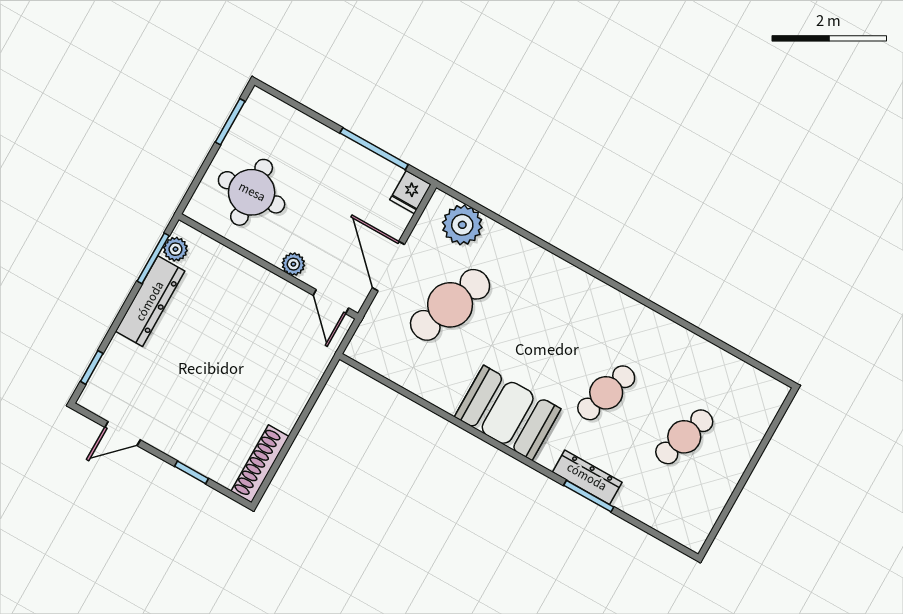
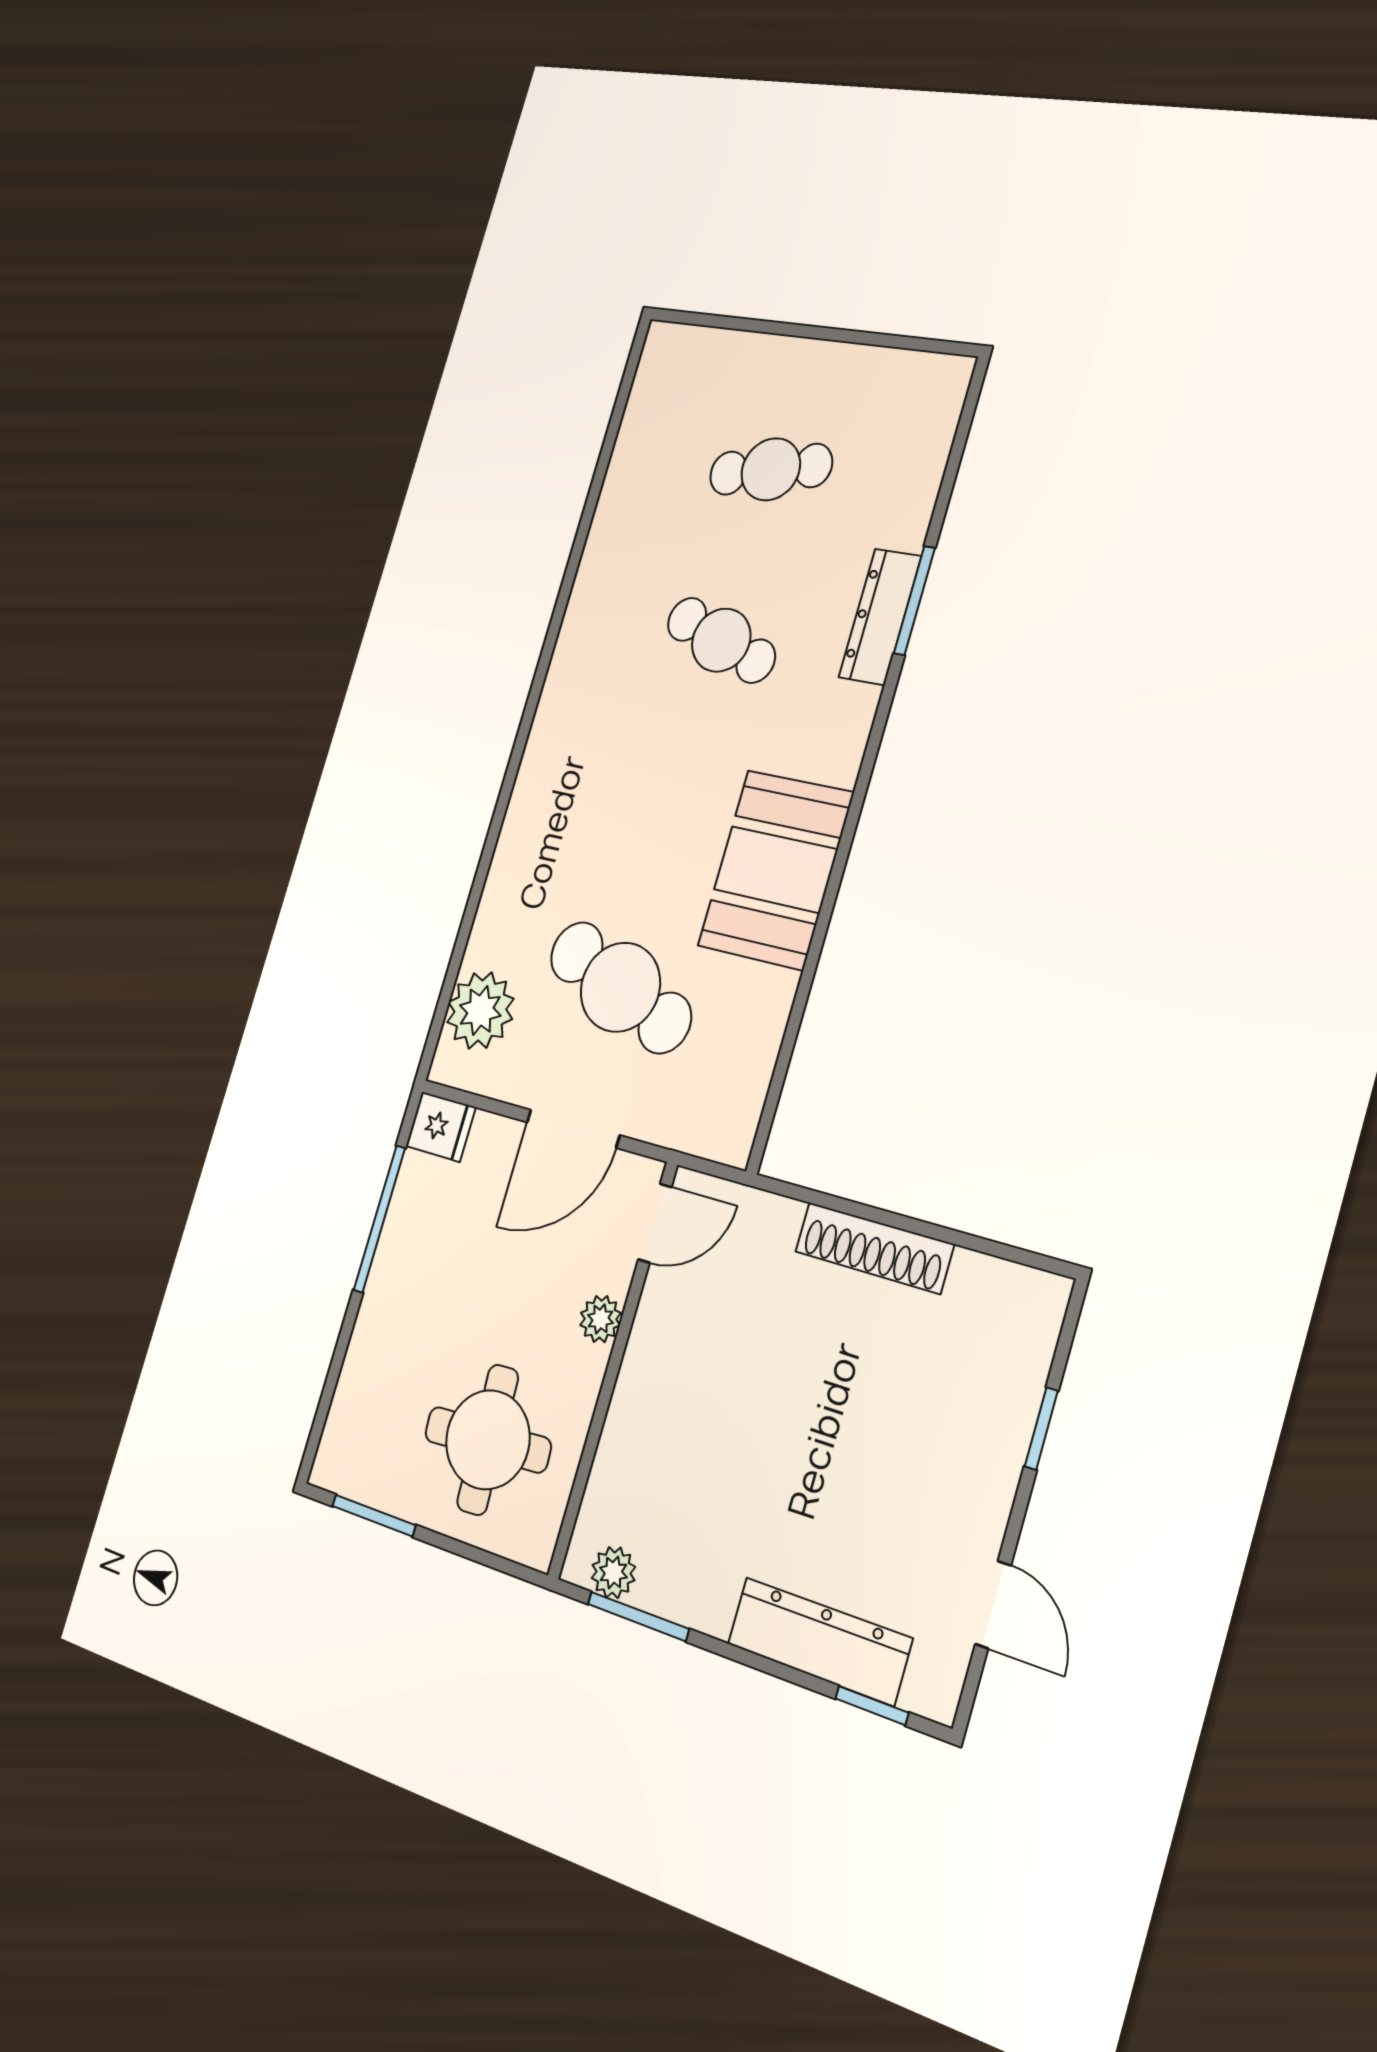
dresser: (150, 301) -> (819, 1641), moved
booth: (508, 413) -> (776, 869), moved
cafe table: (684, 437) -> (771, 469), turned -30
shoe rack: (260, 464) -> (874, 1248), moved

